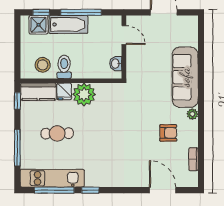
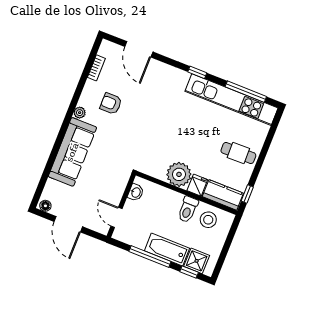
floor lamp: (190, 21) -> (45, 206), added
cafe table: (57, 133) -> (238, 153), moved
window: (17, 148) -> (266, 148), removed
kitchen unit: (52, 178) -> (231, 100), width x1.36
window: (90, 190) -> (197, 72), moved

